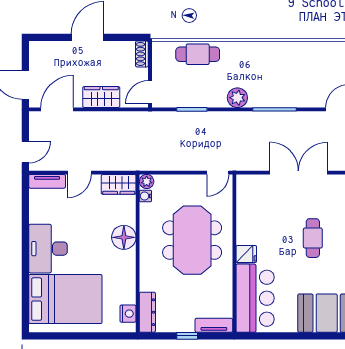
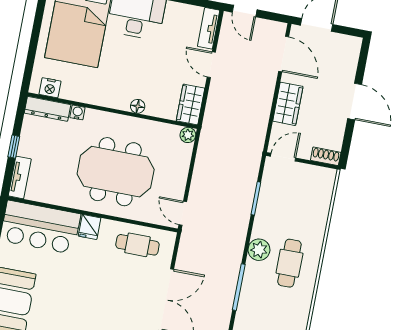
cafe table: (198, 54) -> (289, 263), moved
door: (150, 92) -> (283, 157), hinge flipped
water cooler: (145, 196) -> (77, 112), moved
floor lamp: (124, 237) -> (138, 106), width x0.53, depth x0.53
cafe table: (313, 238) -> (137, 245), moved

